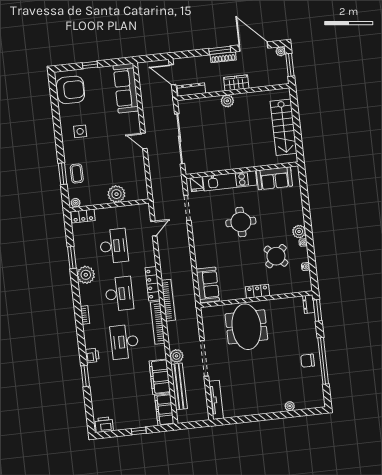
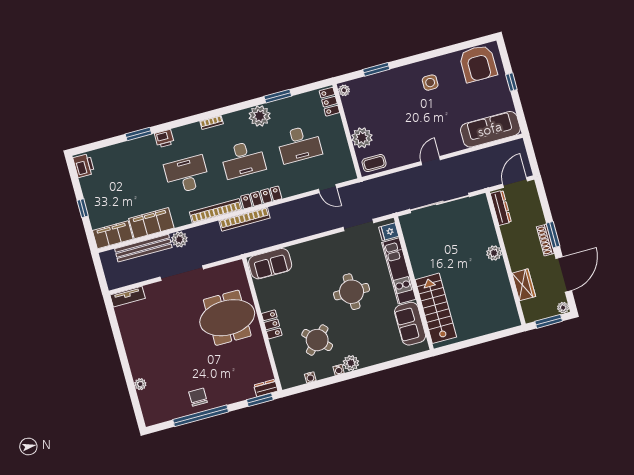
wardrobe: (236, 83) -> (524, 285), moved
stairs: (284, 127) -> (436, 308), moved, turned 90
coffee table: (77, 173) -> (374, 163), moved
tv unit: (216, 400) -> (128, 297), width x0.71

